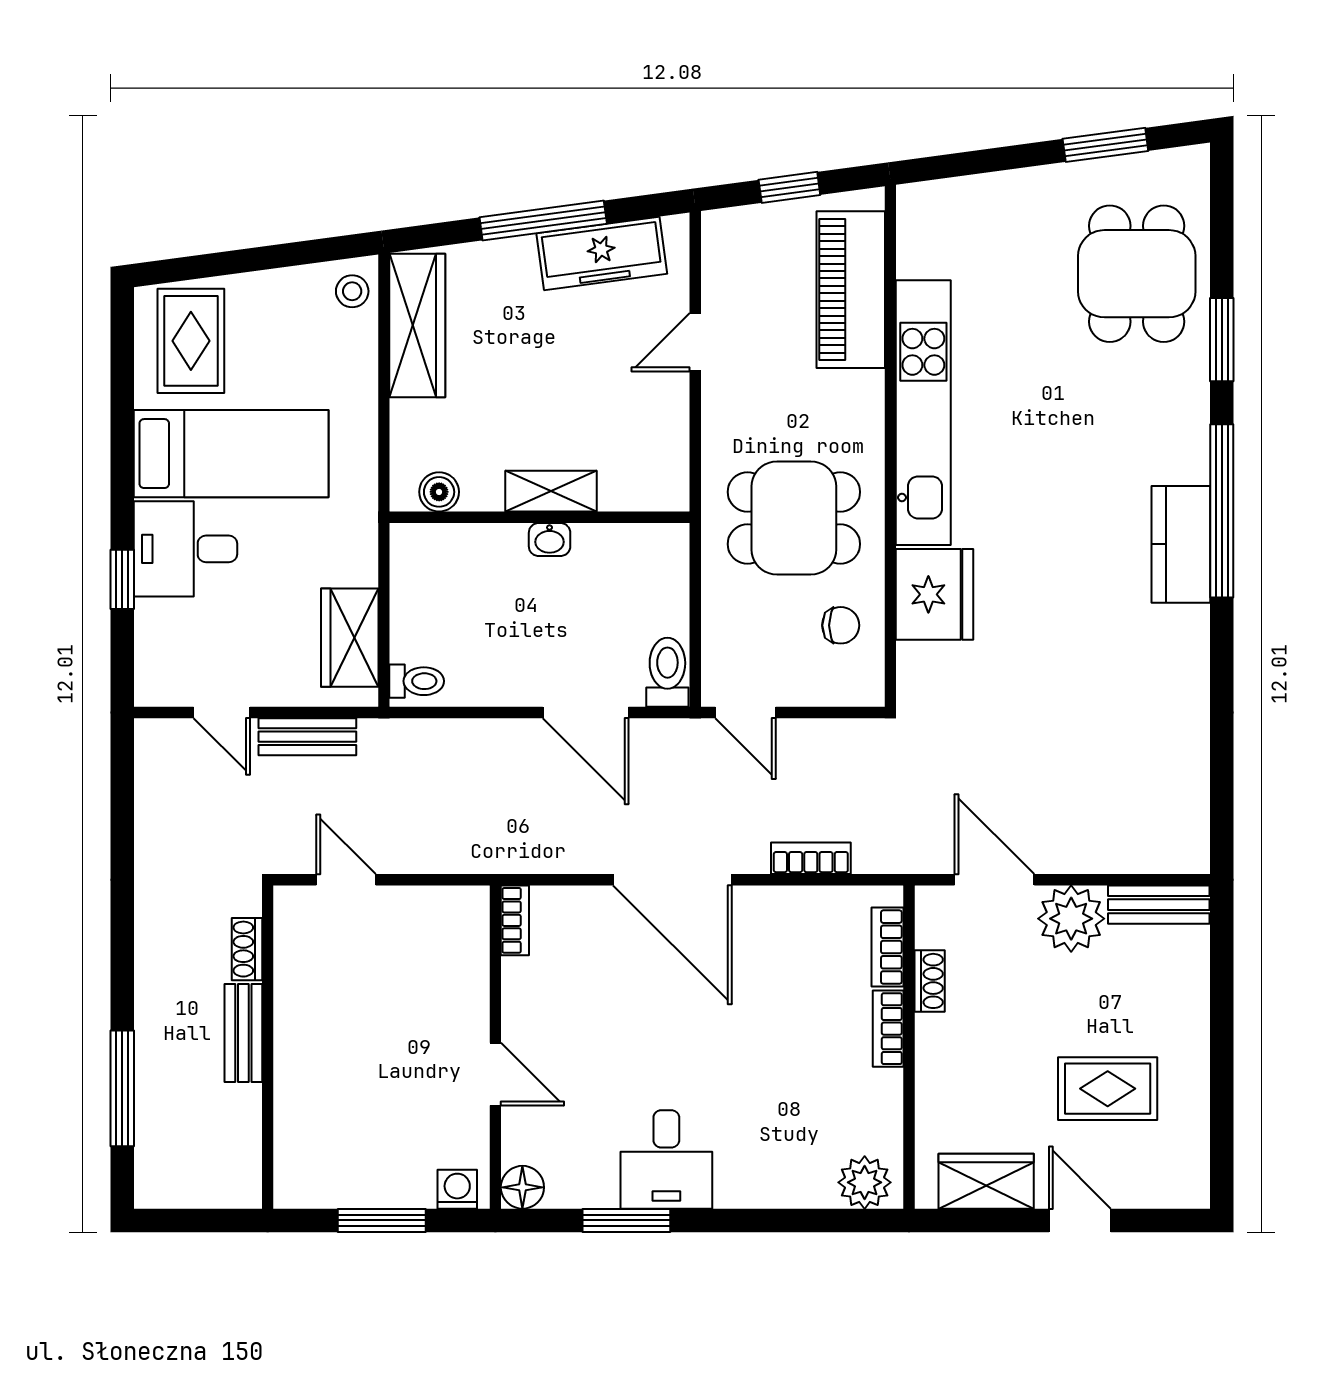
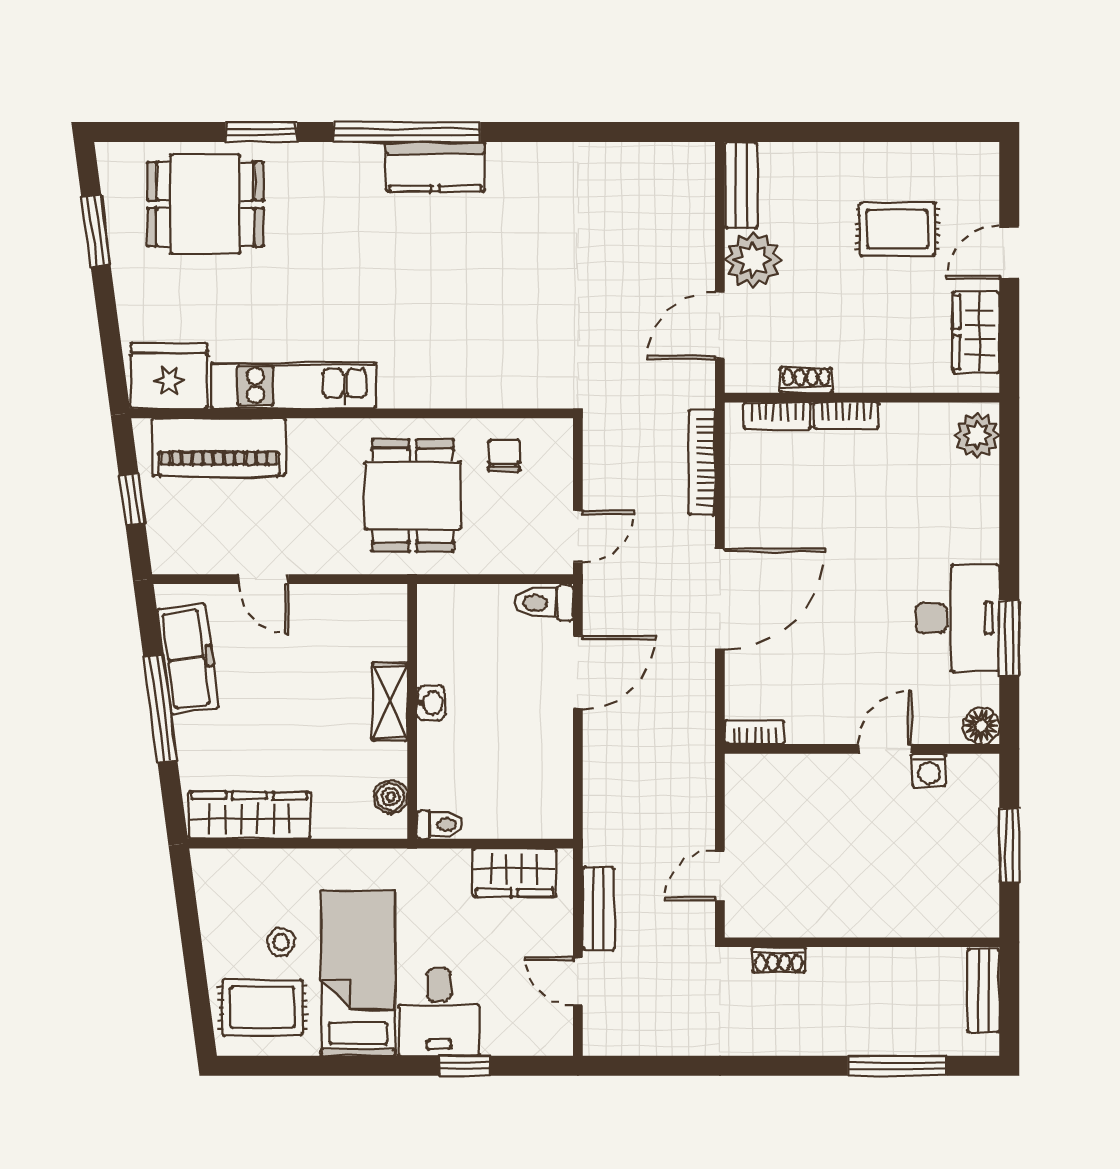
stool: (352, 291) -> (281, 942), moved
kitchen unit: (923, 413) -> (293, 385), width x0.73
fridge: (935, 594) -> (169, 376), moved
toilet: (417, 681) -> (440, 825), moved, turned 90
door: (222, 712) -> (578, 981), swing flipped
bookcase: (811, 858) -> (702, 462), width x1.56
bench: (243, 1033) -> (983, 991), moved, turned 90
rug: (1108, 1089) -> (897, 229), turned 90
desk: (666, 1159) -> (958, 618), width x1.37
washing machine: (457, 1189) -> (929, 770), moved, turned -90

